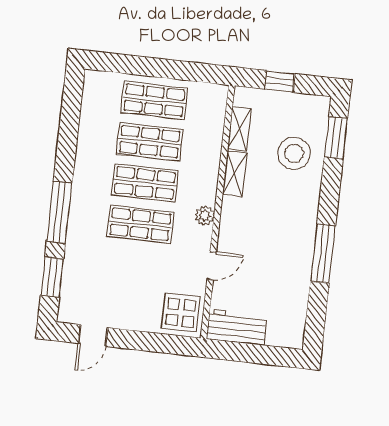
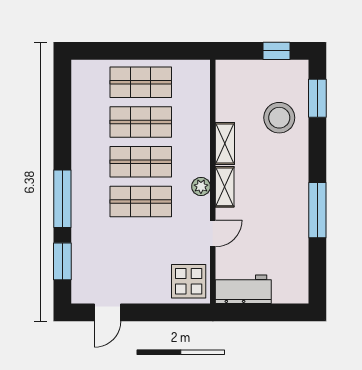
window: (280, 81) -> (276, 51), moved
shelving: (239, 129) -> (225, 187), moved

